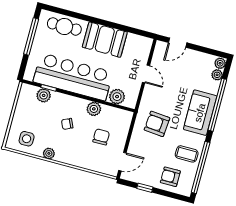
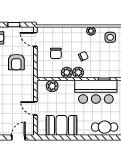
booth: (105, 40) -> (61, 125), moved
bar counter: (73, 77) -> (96, 92), width x0.73
plant: (44, 95) -> (78, 72), moved
armchair: (157, 124) -> (16, 62), moved, turned 85
door: (122, 162) -> (35, 39), hinge flipped

